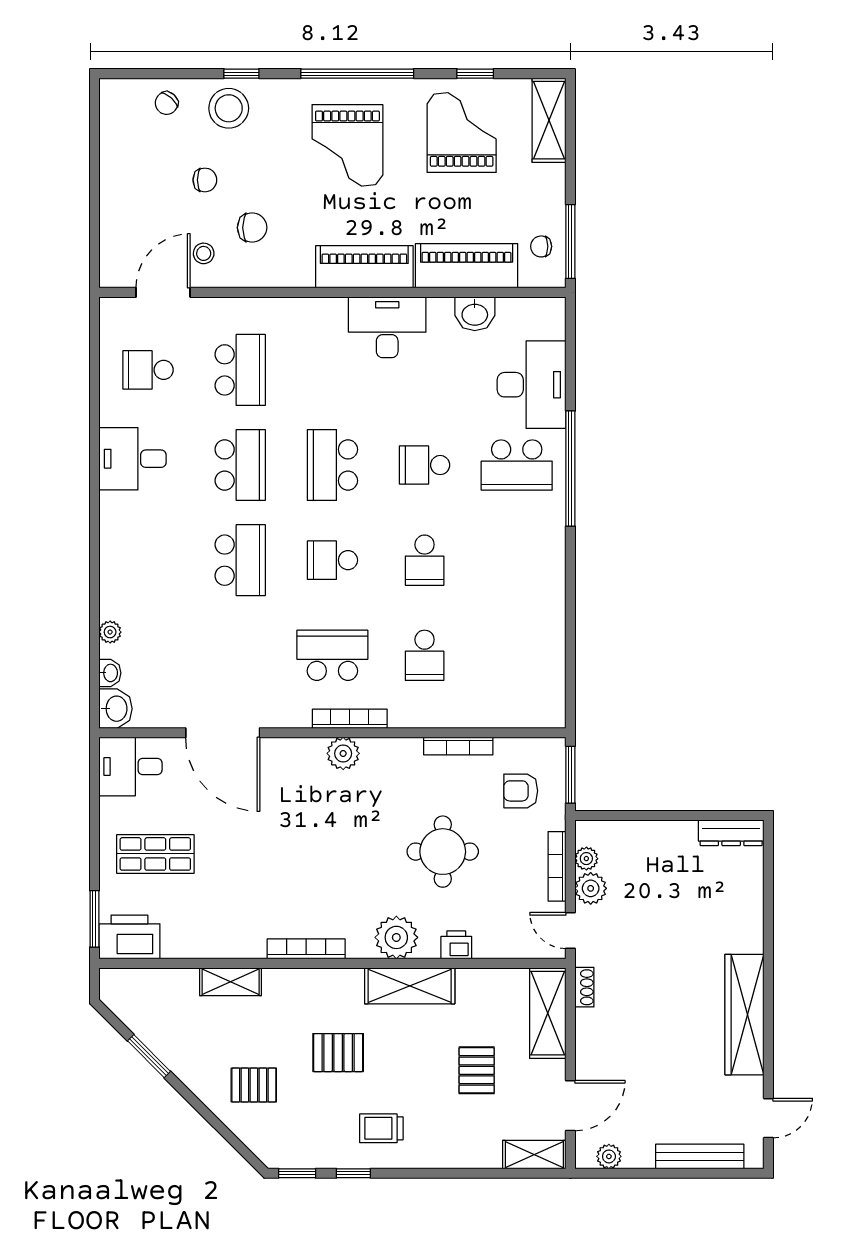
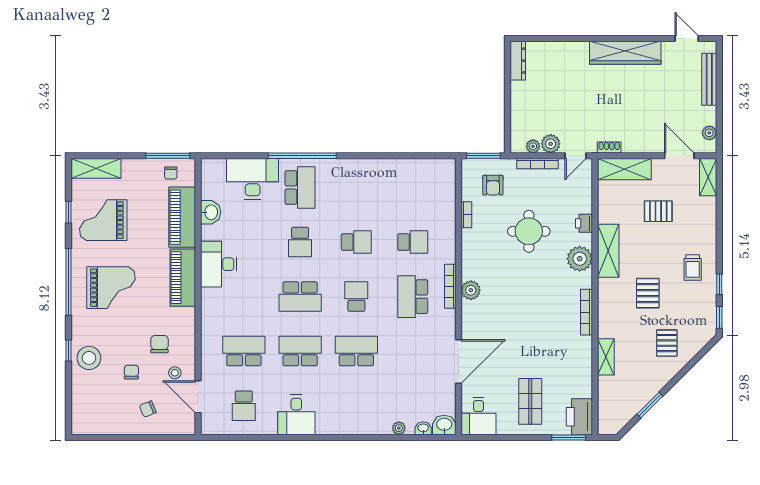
chair: (167, 103) -> (148, 409), moved, turned 116
school desk: (332, 560) -> (356, 297), turned 180
bookcase: (458, 746) -> (466, 215), width x0.64

